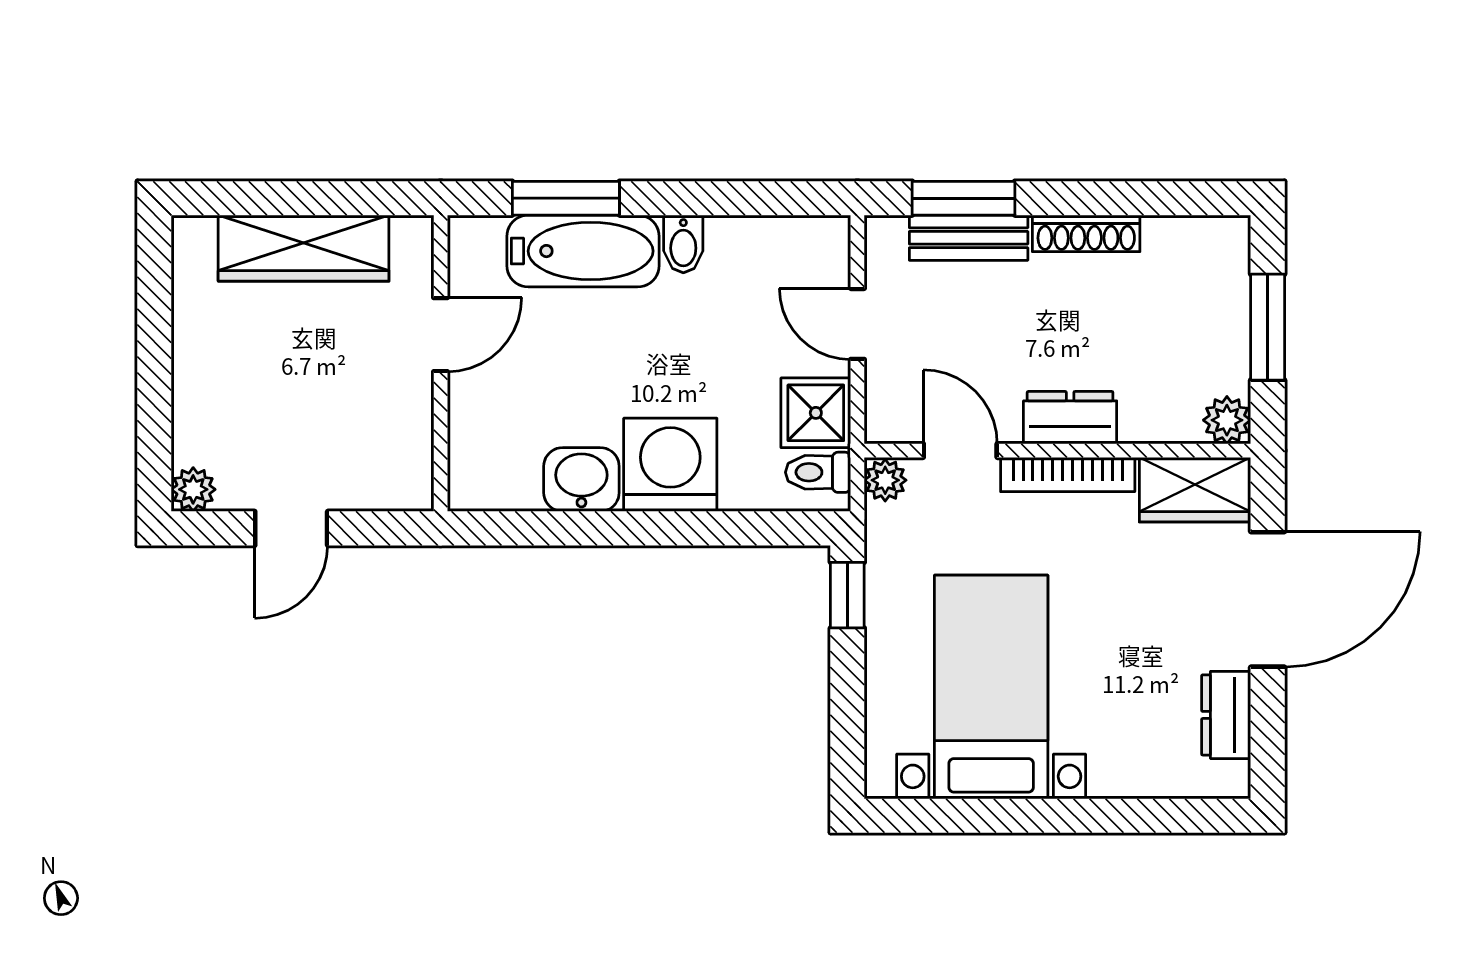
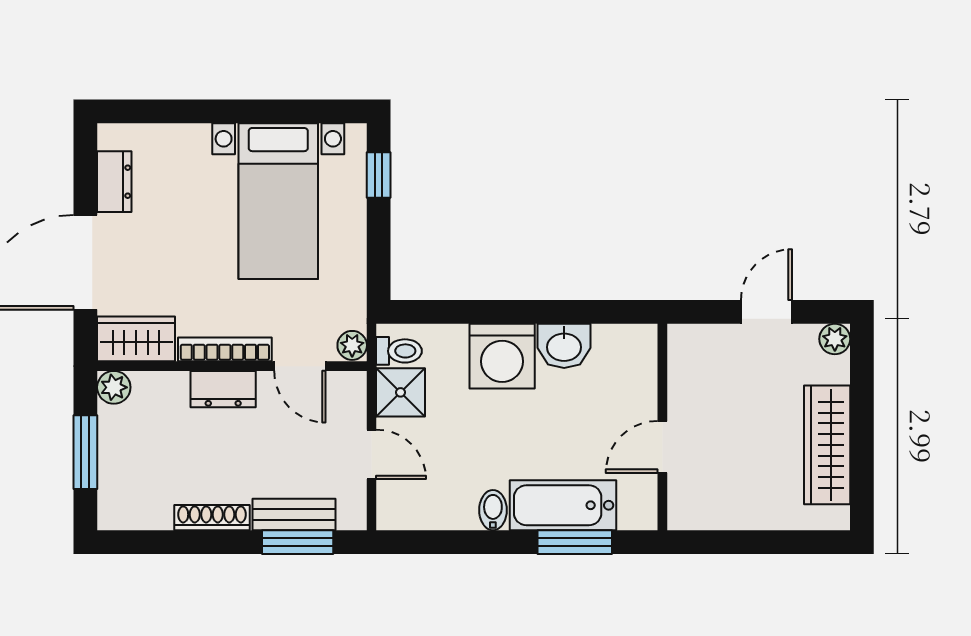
wardrobe: (304, 248) -> (827, 445), moved, turned -90
window: (847, 595) -> (379, 175), moved

